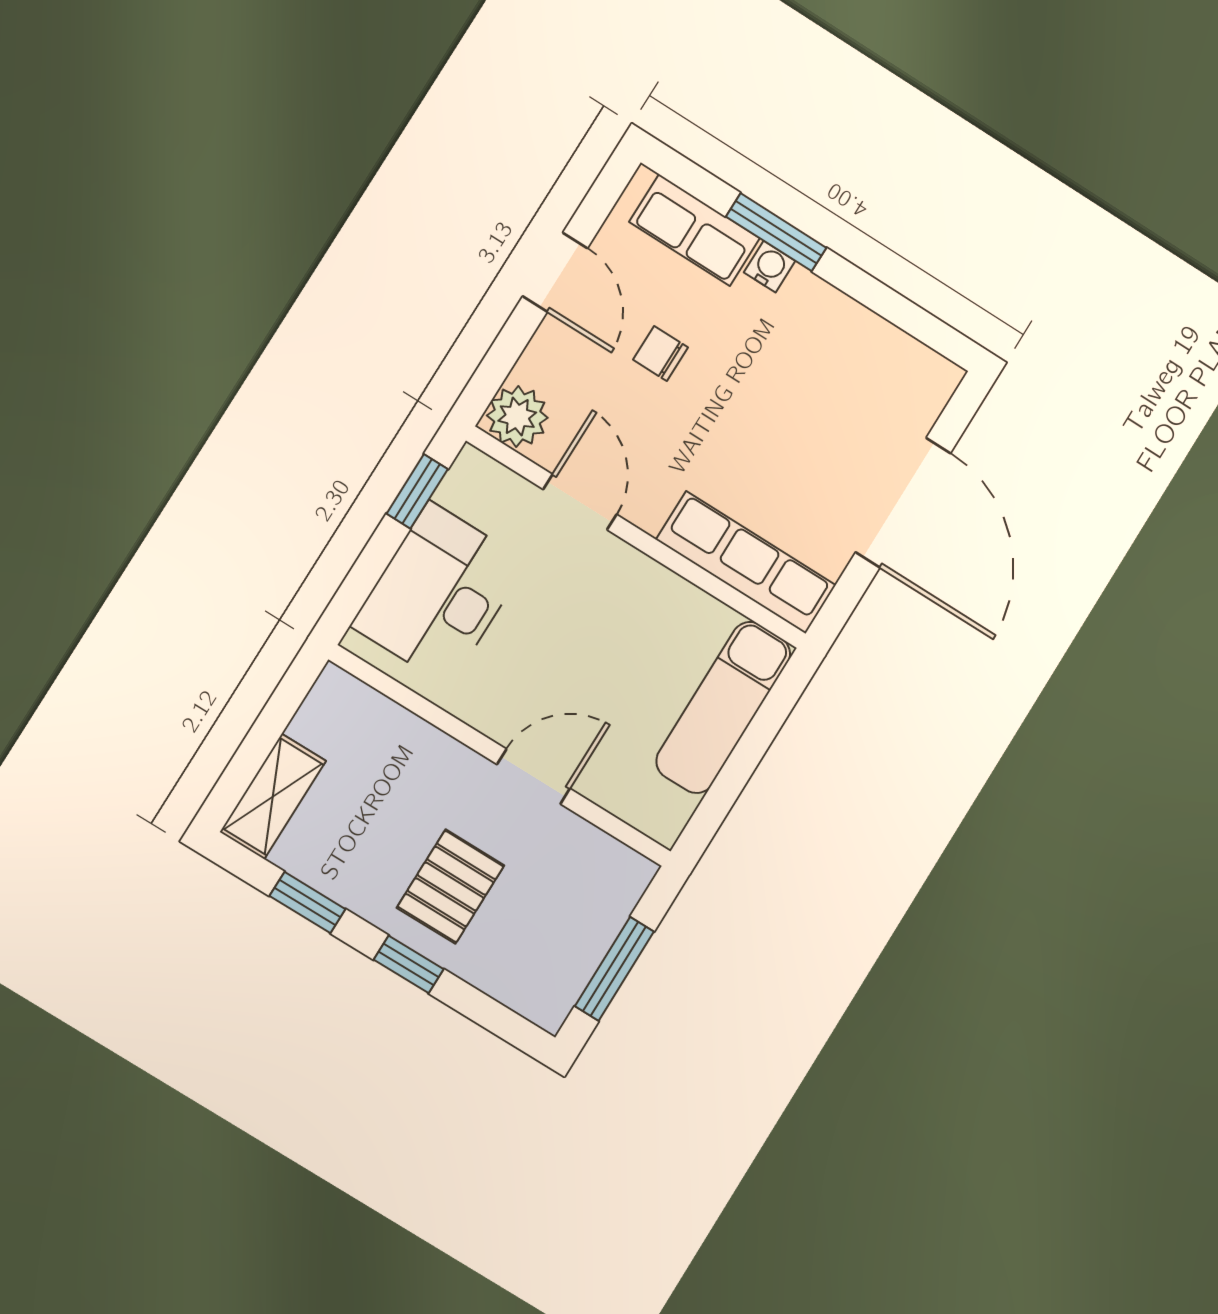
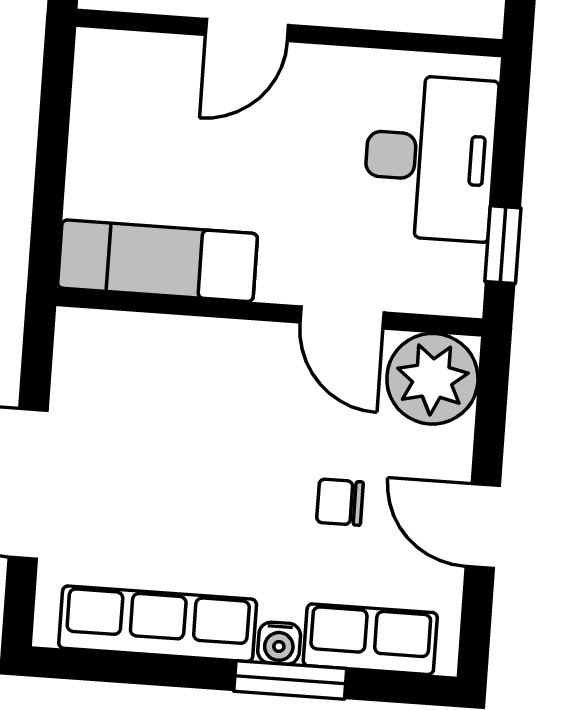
chair: (661, 354) -> (340, 502), turned 180
plant: (517, 417) -> (432, 379), width x1.36, depth x1.36
row of seats: (746, 562) -> (158, 624), moved, turned 180
exam couch: (723, 707) -> (157, 261), moved, turned -90

